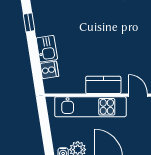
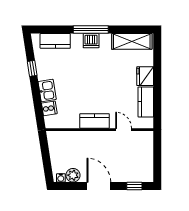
kitchen unit: (90, 107) -> (84, 139), removed

